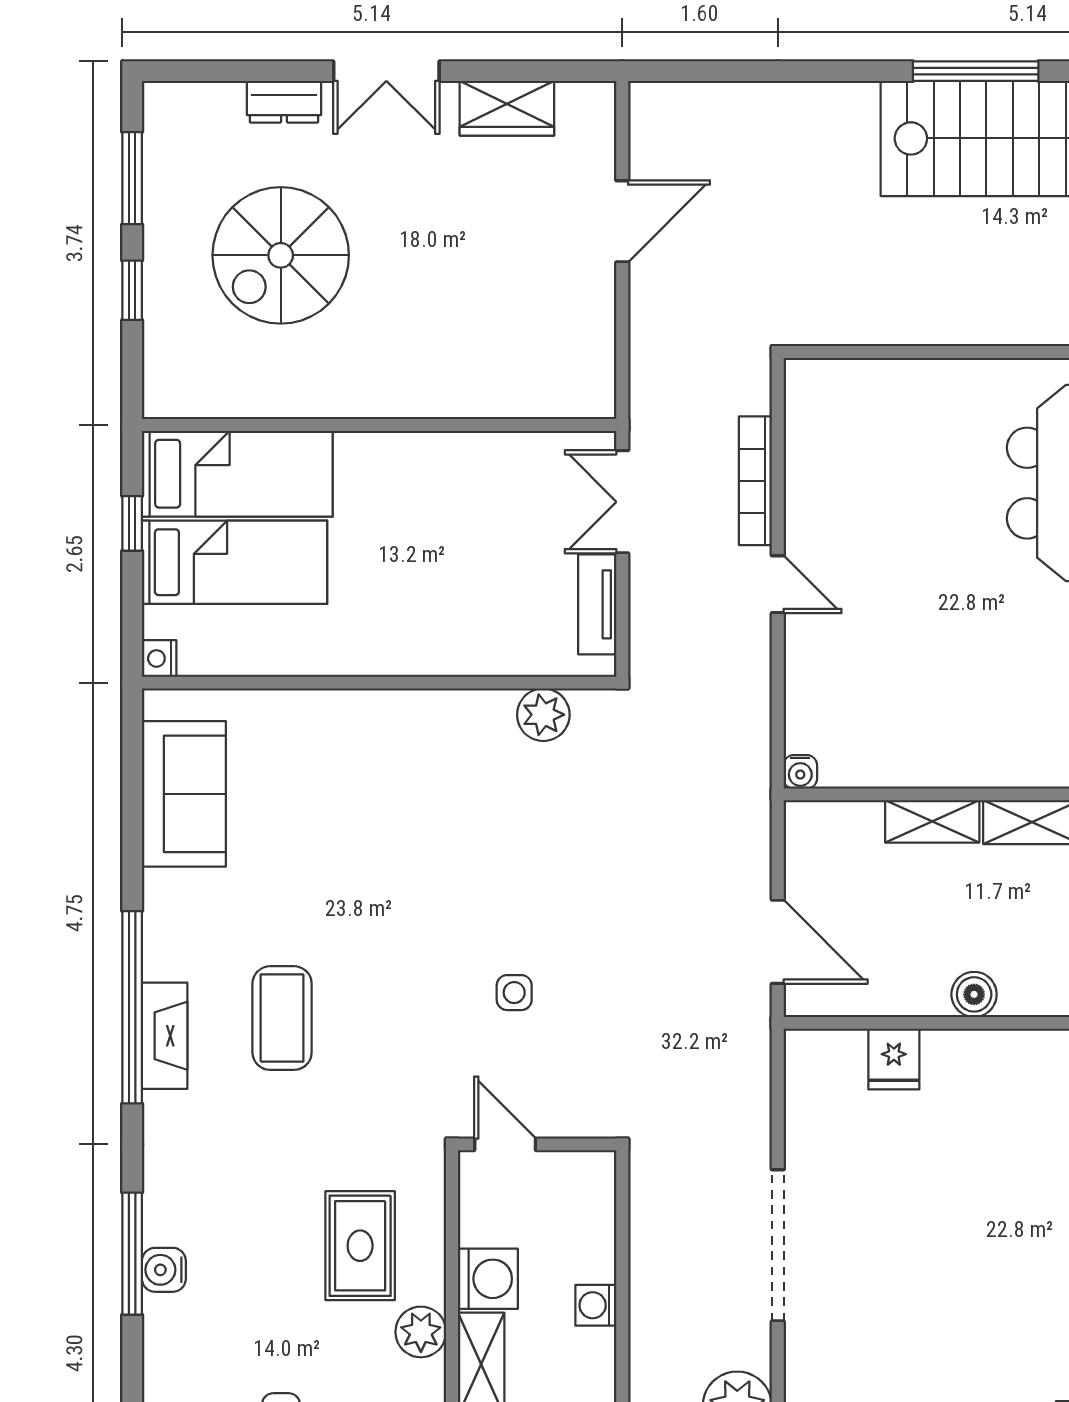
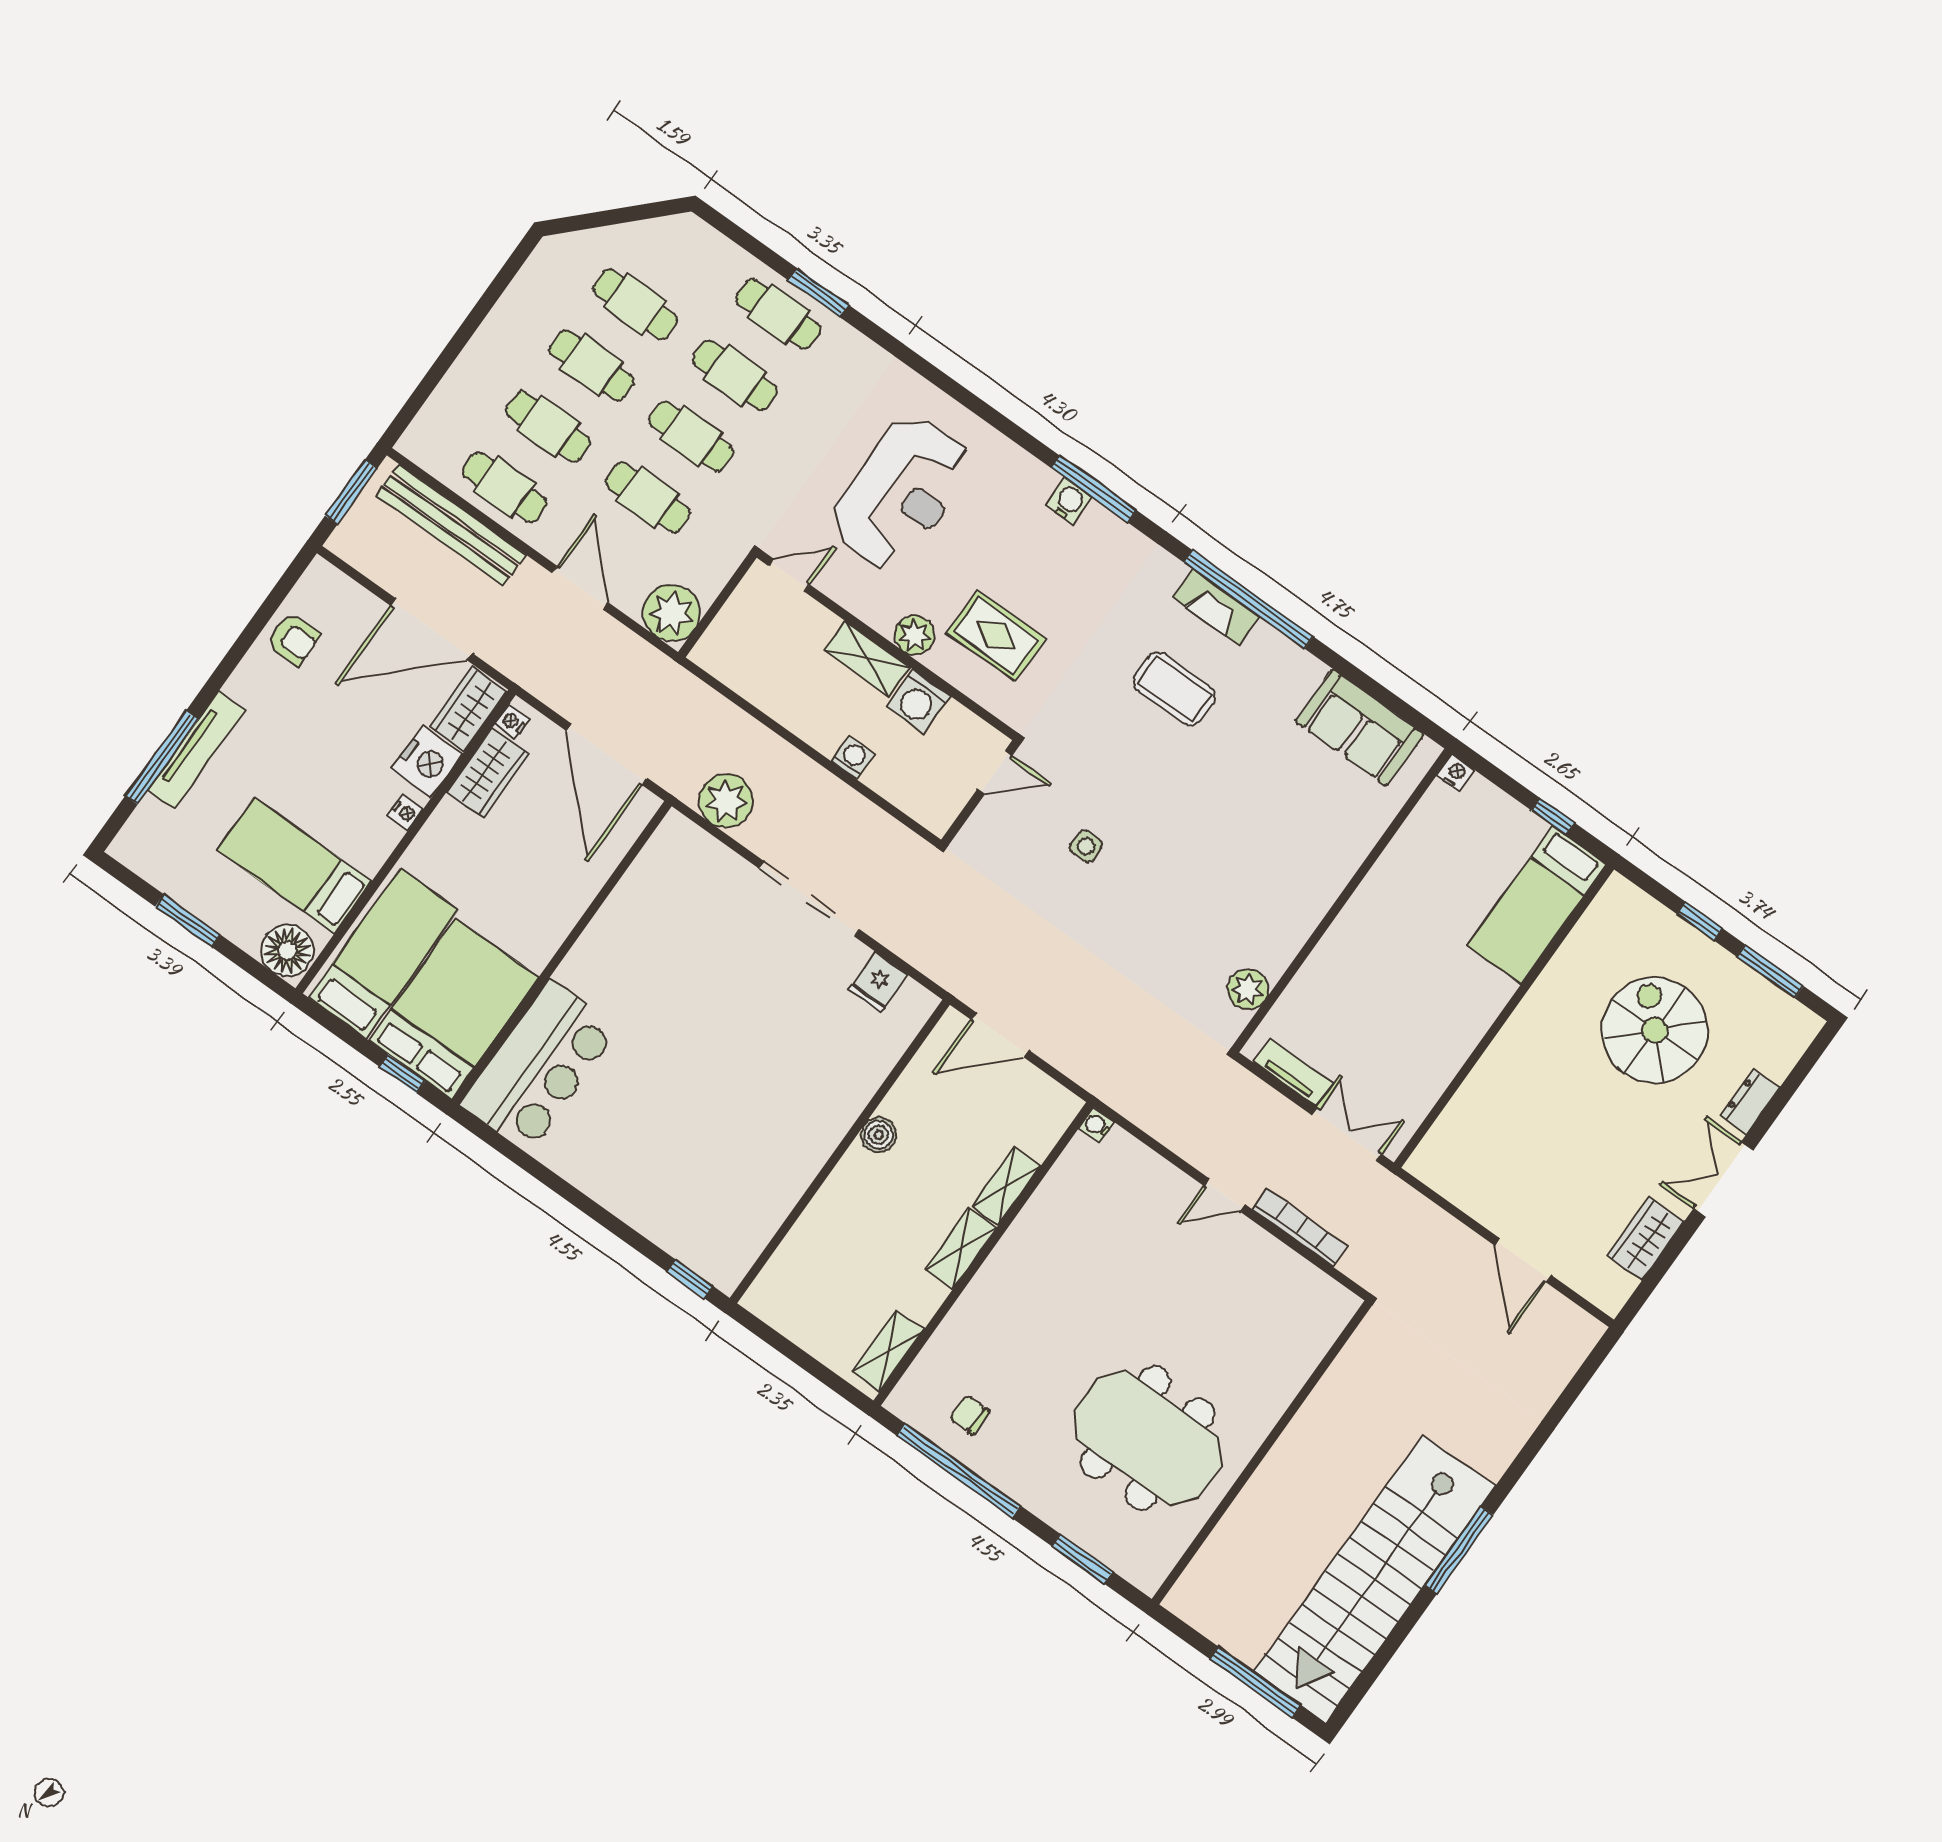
bed: (235, 562) -> (1482, 863), removed
fridge: (894, 1059) -> (878, 982), moved, turned -90

